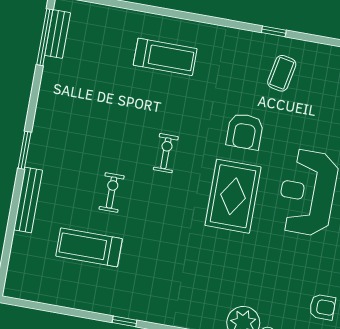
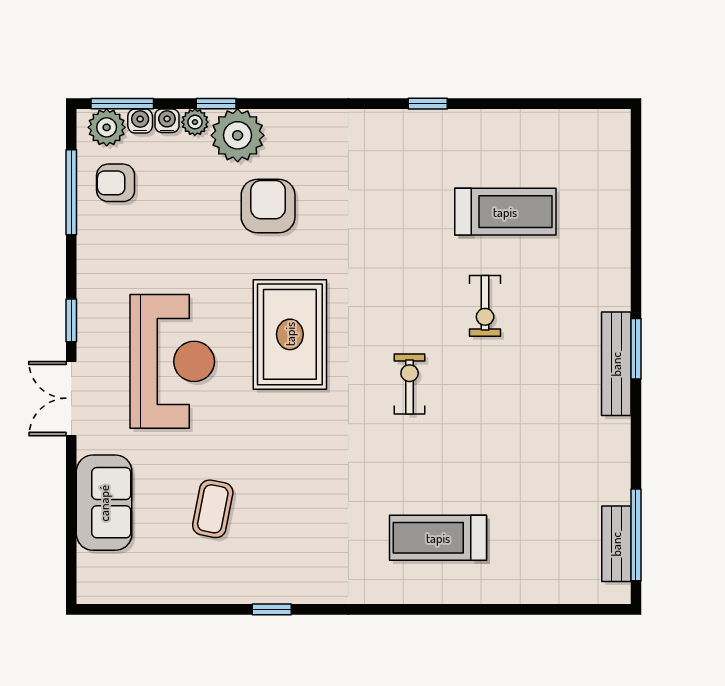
coffee table: (282, 73) -> (213, 509), moved
armchair: (245, 131) -> (268, 206), moved
exercise bike: (166, 153) -> (410, 384), turned 180
bench: (28, 200) -> (616, 364), moved

